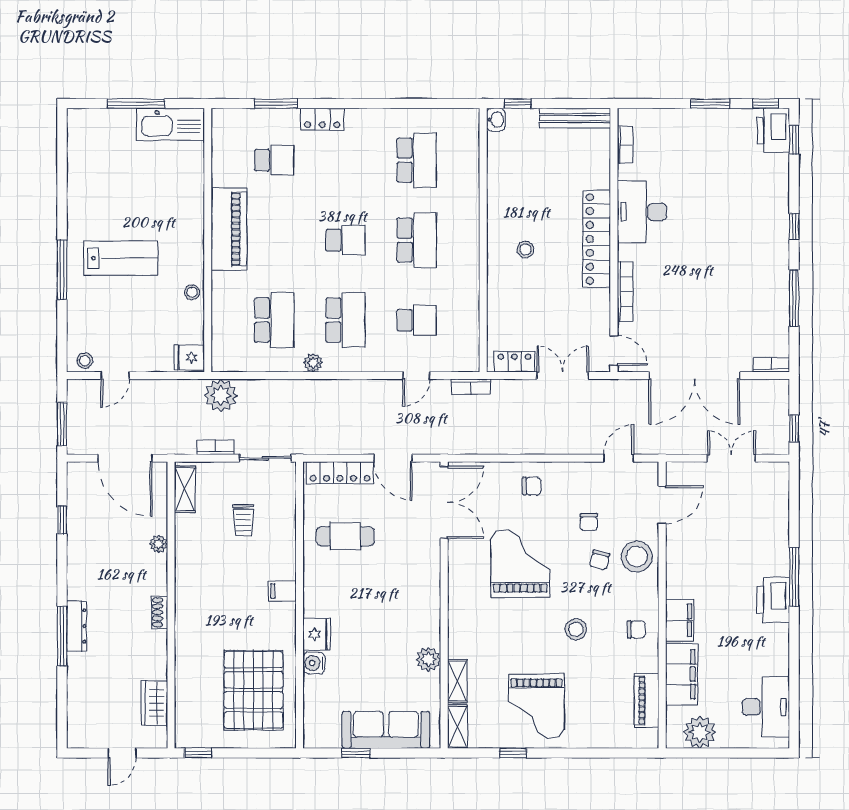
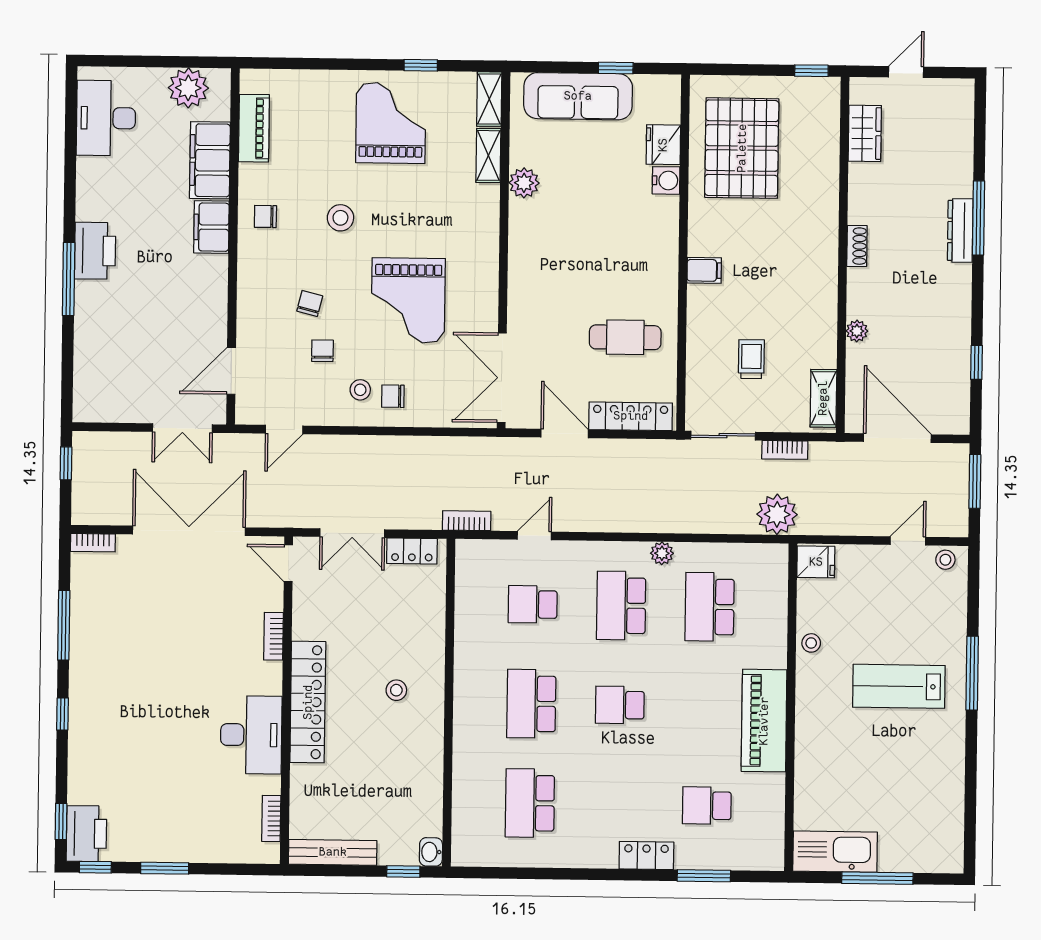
bookcase: (625, 292) -> (273, 636), width x0.64
double door: (731, 458) -> (182, 428), moved
stool: (637, 557) -> (360, 390), moved, width x0.53, depth x0.53
fridge: (317, 634) -> (663, 145), moved

